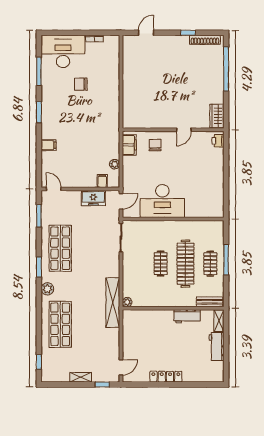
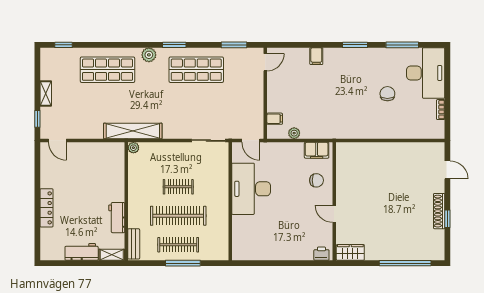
shoe rack: (205, 40) -> (439, 211), moved
freezer: (93, 198) -> (255, 108), removed
clothes rail: (210, 264) -> (178, 245), width x1.36
locker: (166, 377) -> (46, 208), moved

